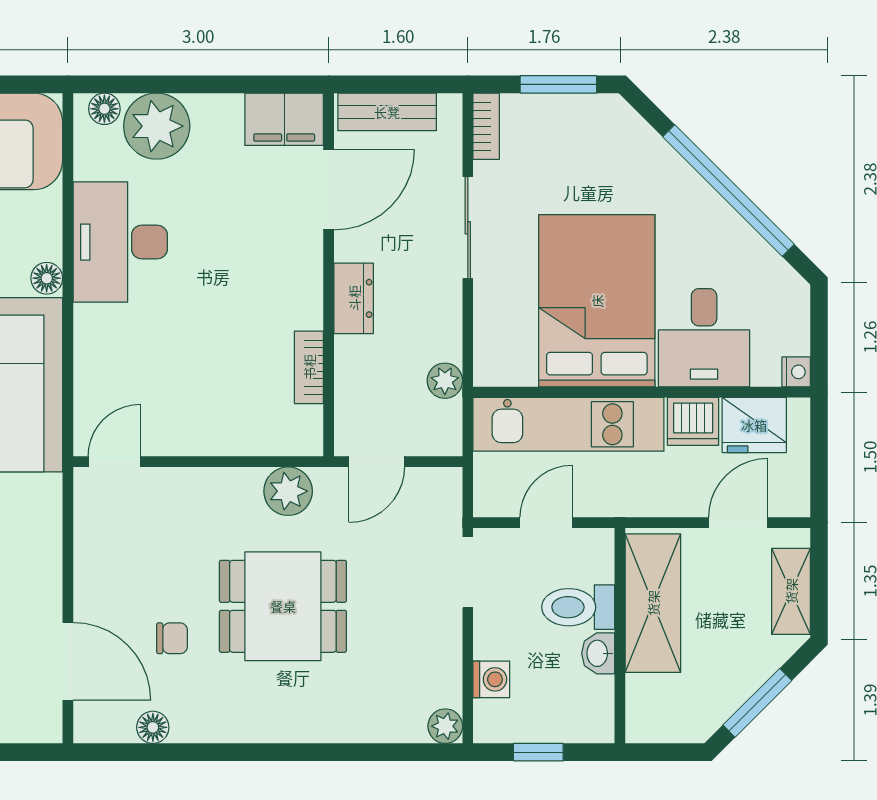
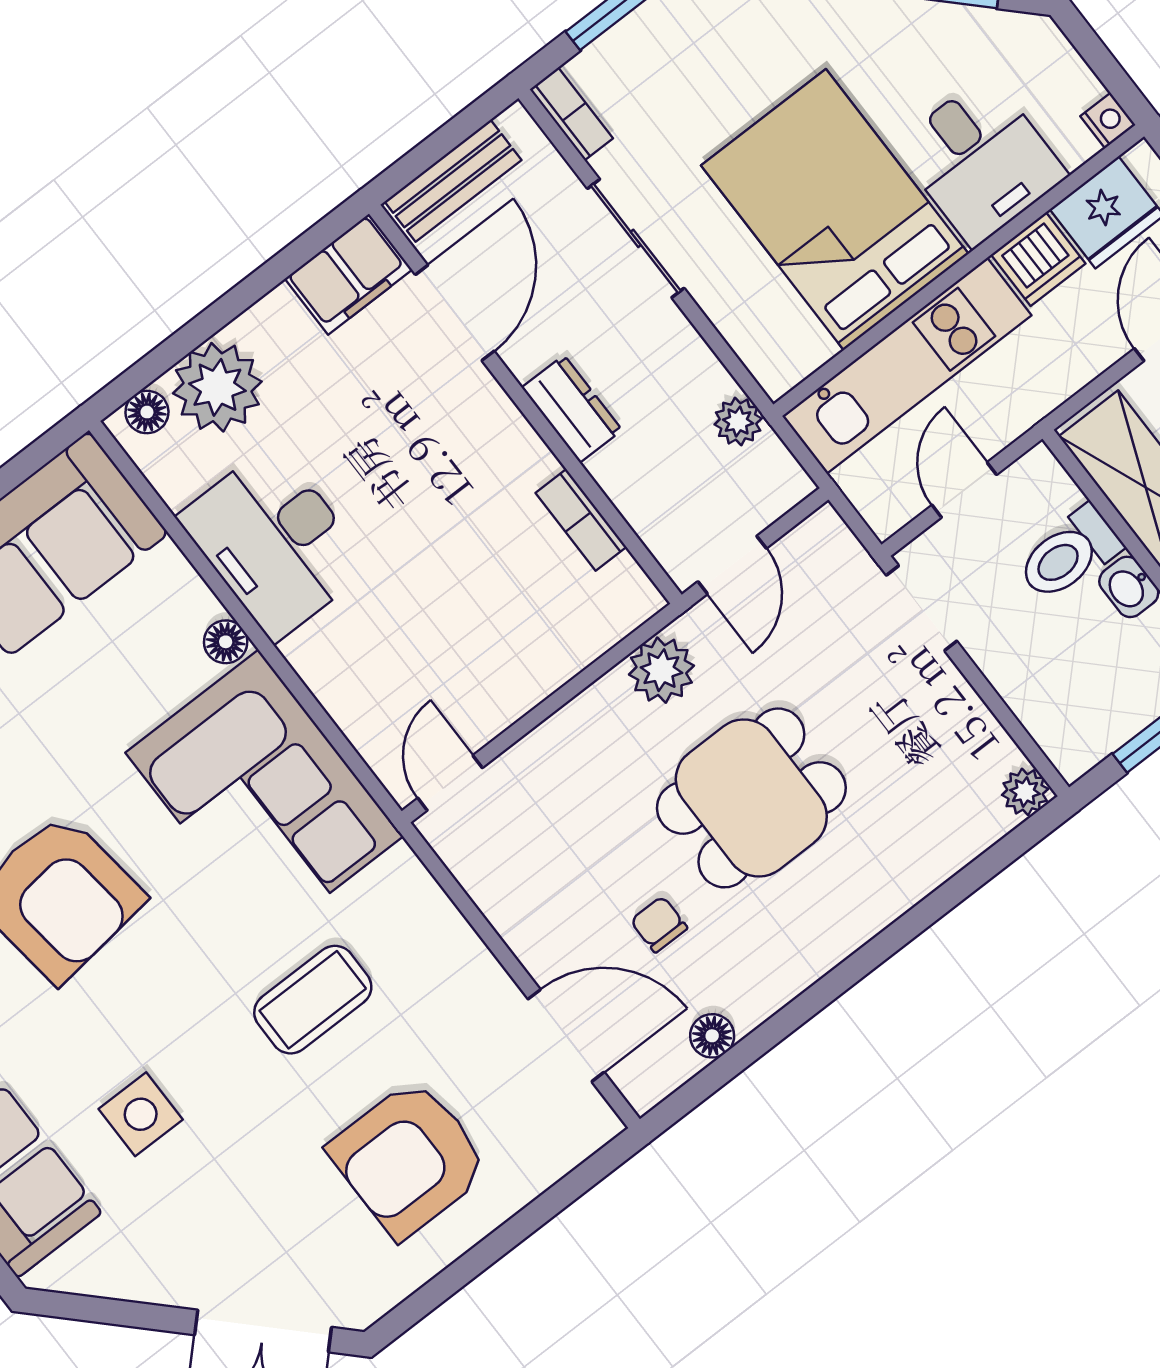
chair: (172, 638) -> (659, 924), turned -90
washing machine: (491, 679) -> (1036, 704), removed

